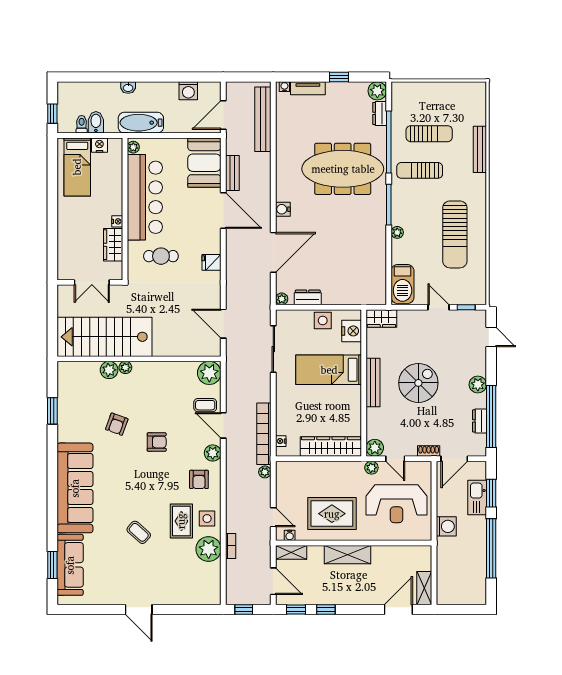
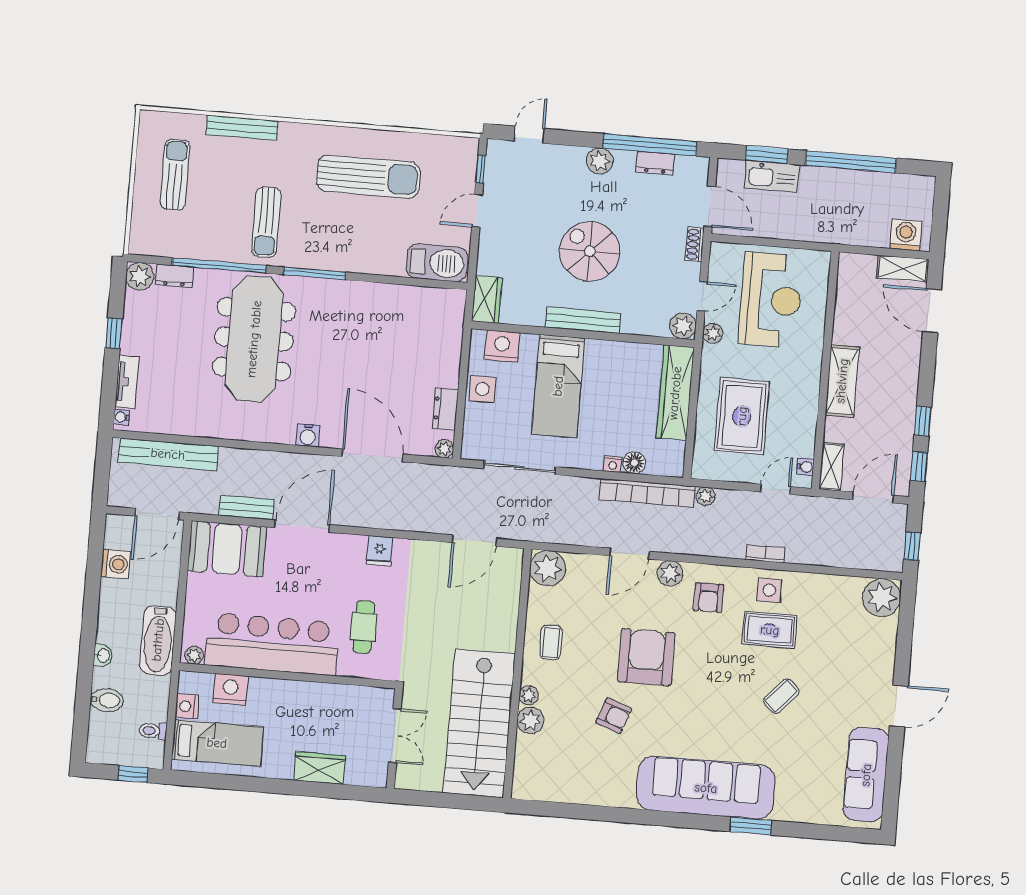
door: (223, 115) -> (157, 514), hinge flipped
bidet: (96, 122) -> (107, 700), moved, turned 180
sun lounger: (429, 134) -> (175, 175), moved
nightstand: (117, 221) -> (231, 689), moved, width x1.89, depth x1.79
plant: (397, 232) -> (358, 264), removed
wardrobe: (113, 245) -> (319, 768), moved, turned 180
coffee table: (205, 405) -> (551, 642), moved
window: (52, 411) -> (585, 812), removed
floor lamp: (283, 424) -> (634, 463), added
nightstand: (281, 441) -> (613, 464), moved
armchair: (157, 442) -> (646, 657), width x1.88, depth x1.88
armchair: (199, 479) -> (709, 598), turned 90
rug: (332, 514) -> (742, 416), moved
washing machine: (446, 526) -> (906, 235), moved
bookcase: (231, 546) -> (766, 554), moved
plant: (209, 549) -> (882, 598), moved
window: (52, 565) -> (751, 826), moved
sofa: (70, 565) -> (866, 775), moved, turned -90

